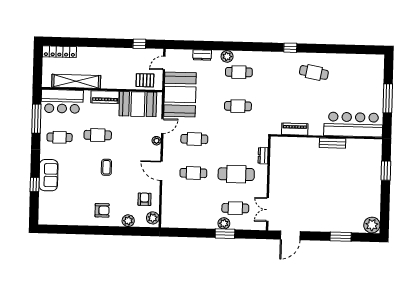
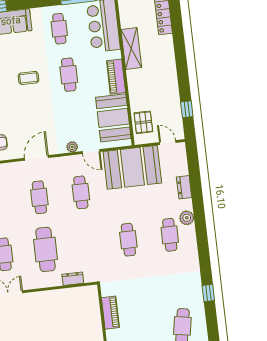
shelving: (76, 81) -> (131, 48), width x0.68
coffee table: (106, 167) -> (28, 78), moved

